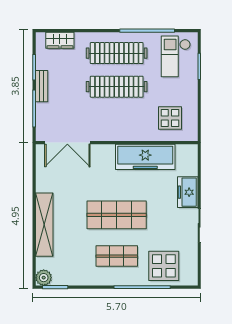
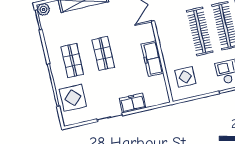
freezer: (145, 157) -> (152, 59), width x0.73, depth x0.79
shop shelf: (117, 215) -> (103, 54), width x0.70, depth x0.74

